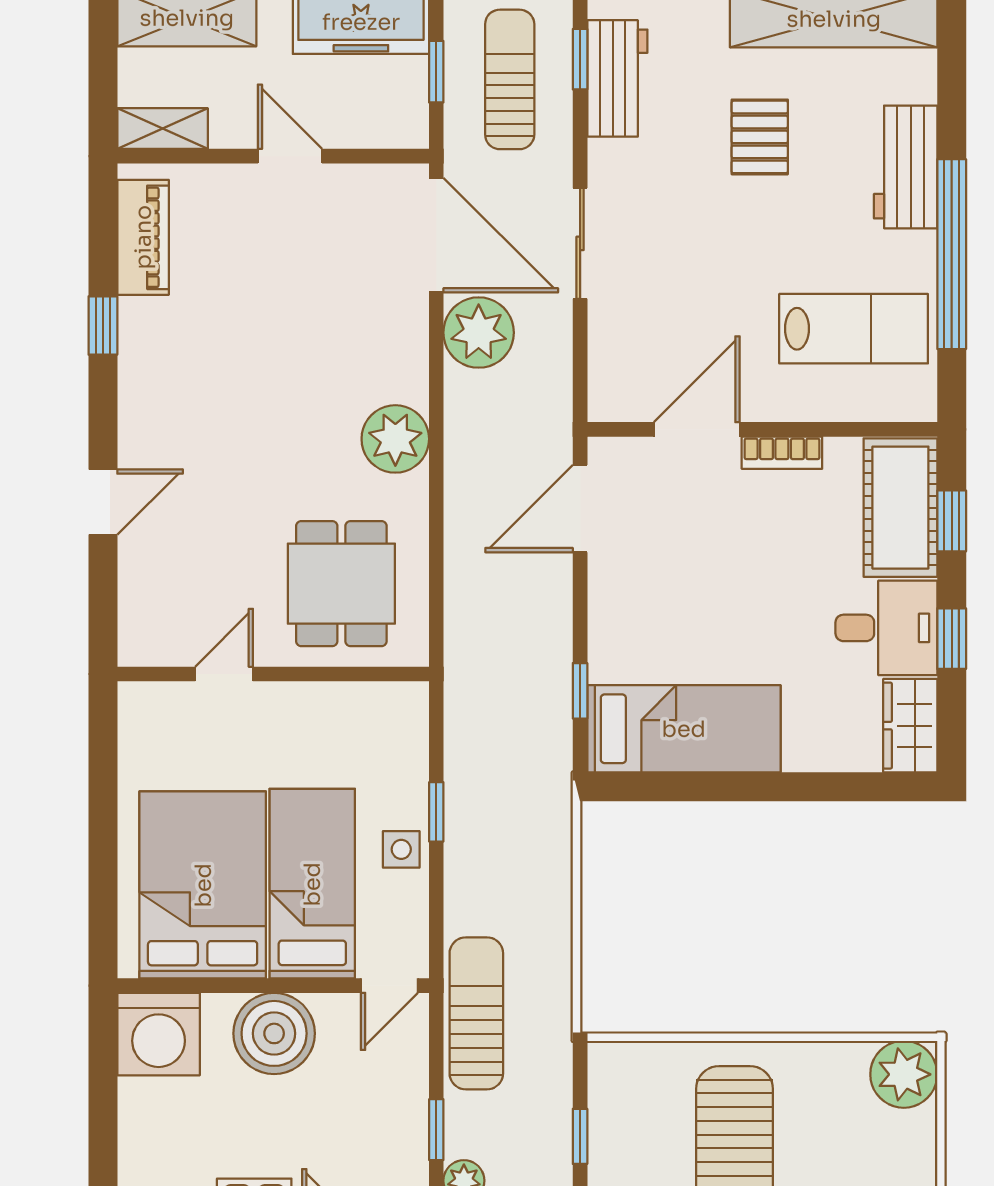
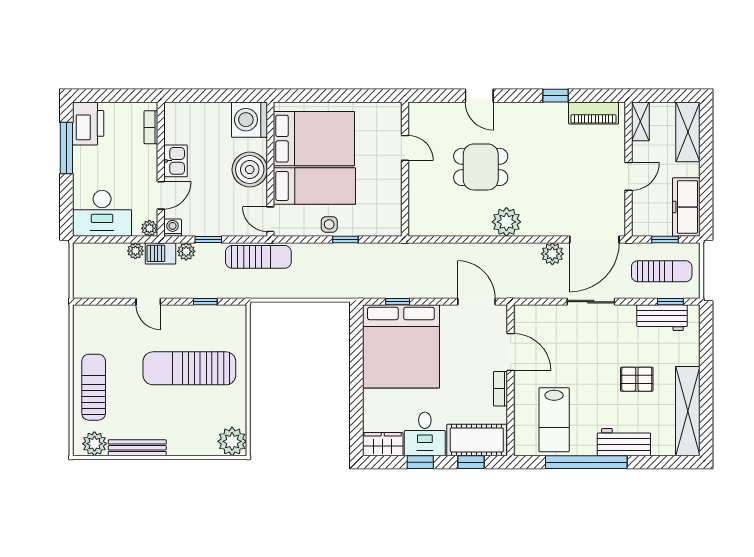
plant: (479, 333) -> (552, 254), width x0.73, depth x0.73
dining table: (341, 584) -> (481, 167), moved
bed: (684, 729) -> (401, 346), width x2.04

